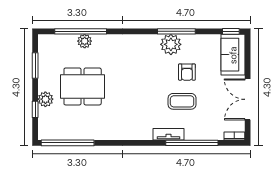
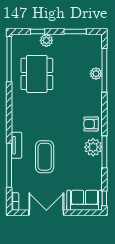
armchair: (187, 72) -> (91, 124), moved
dining table: (83, 86) -> (37, 74), moved
coffee table: (182, 101) -> (45, 157), width x1.36, depth x1.32

